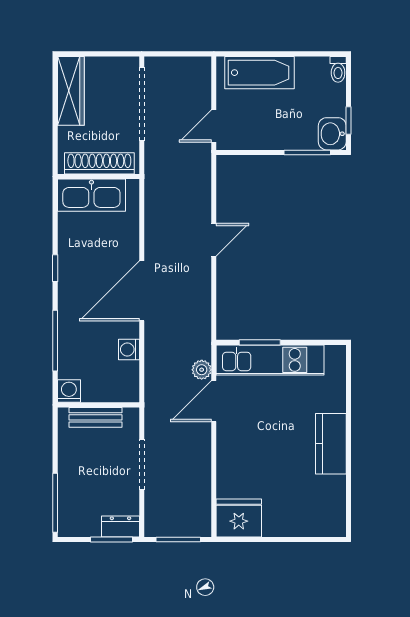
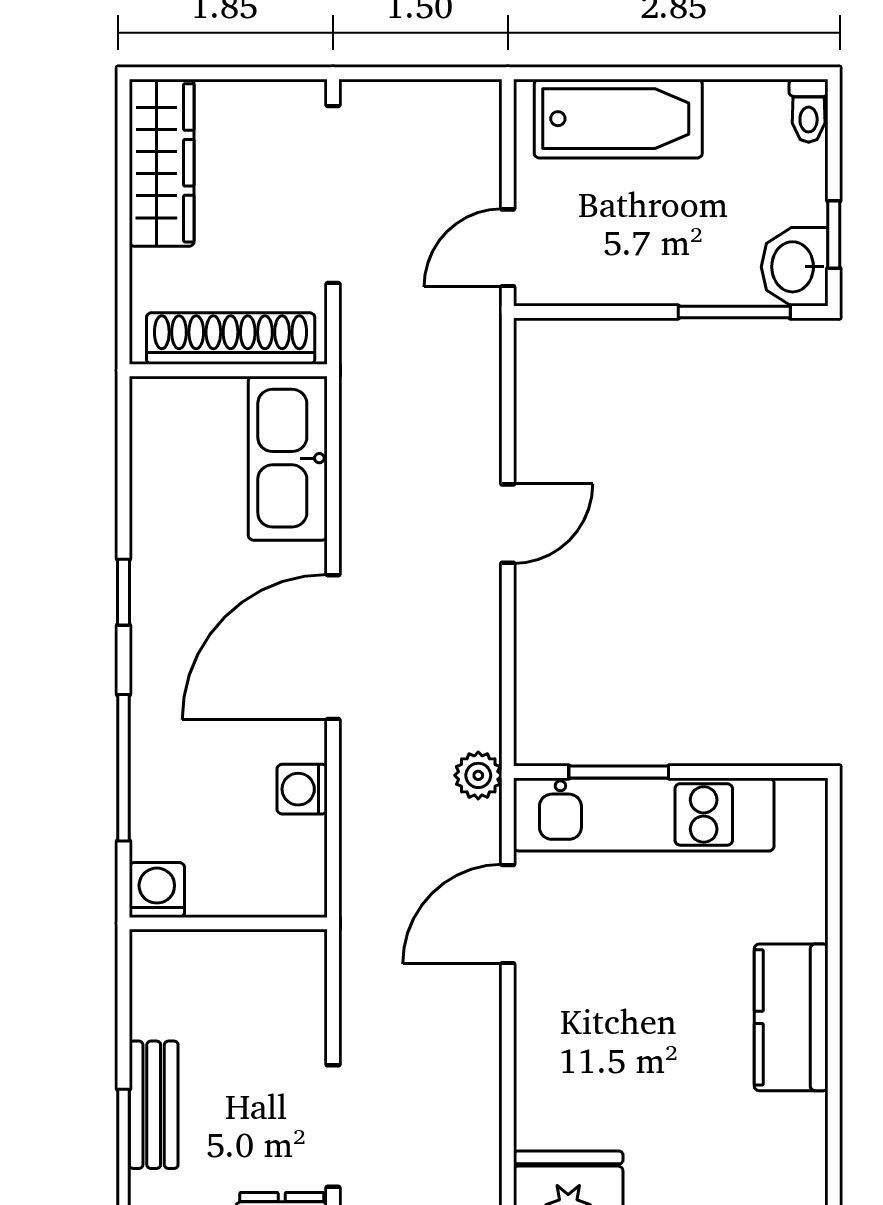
kitchen sink: (91, 195) -> (288, 458), moved, turned 90
plant: (202, 370) -> (478, 775), moved
bench: (95, 417) -> (154, 1105), moved, turned 90
doorway: (142, 465) -> (333, 1126), moved

